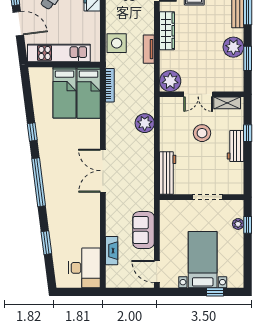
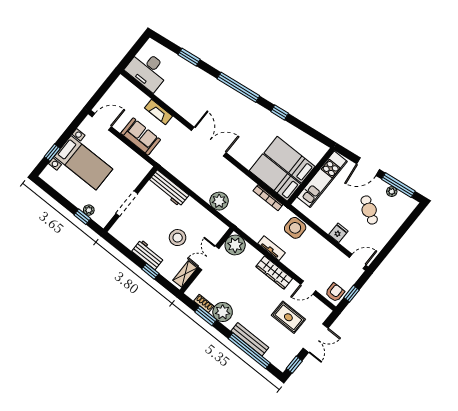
shoe rack: (239, 68) -> (204, 304), added
fireplace: (112, 251) -> (159, 112), moved

